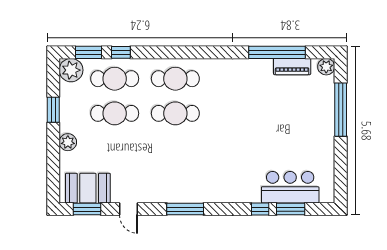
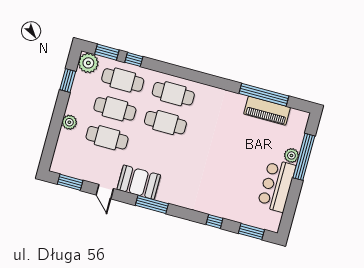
piano: (292, 67) -> (267, 111), width x1.37, depth x1.33
plant: (326, 67) -> (291, 155), moved
window: (53, 110) -> (68, 80), moved
cafe table: (115, 148) -> (107, 138), added
bar counter: (290, 187) -> (277, 186), moved, turned -90
booth: (88, 188) -> (139, 182), moved
window: (291, 209) -> (251, 232), moved

